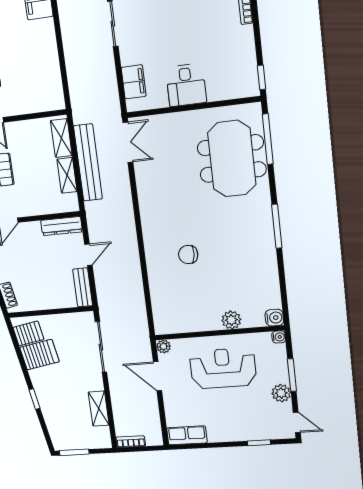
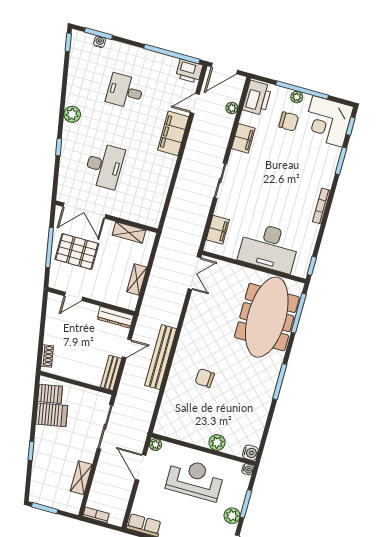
desk: (186, 85) -> (269, 247), width x1.87, depth x1.30
shelving: (61, 138) -> (129, 233), moved, turned 90
meeting table: (232, 159) -> (267, 317), width x1.36
bench: (88, 162) -> (161, 357), moved

